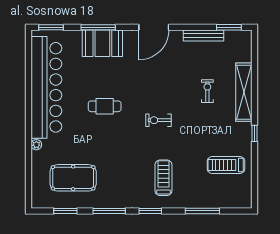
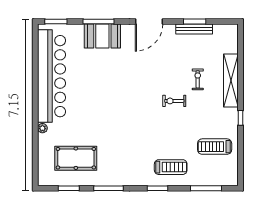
window: (229, 27) -> (195, 21), moved
cafe table: (105, 106) -> (104, 93), removed
exercise bike: (158, 120) -> (174, 101), moved
treadmill: (163, 178) -> (171, 167), moved, turned 90
window: (150, 211) -> (157, 188), moved
window: (202, 211) -> (206, 188), moved

